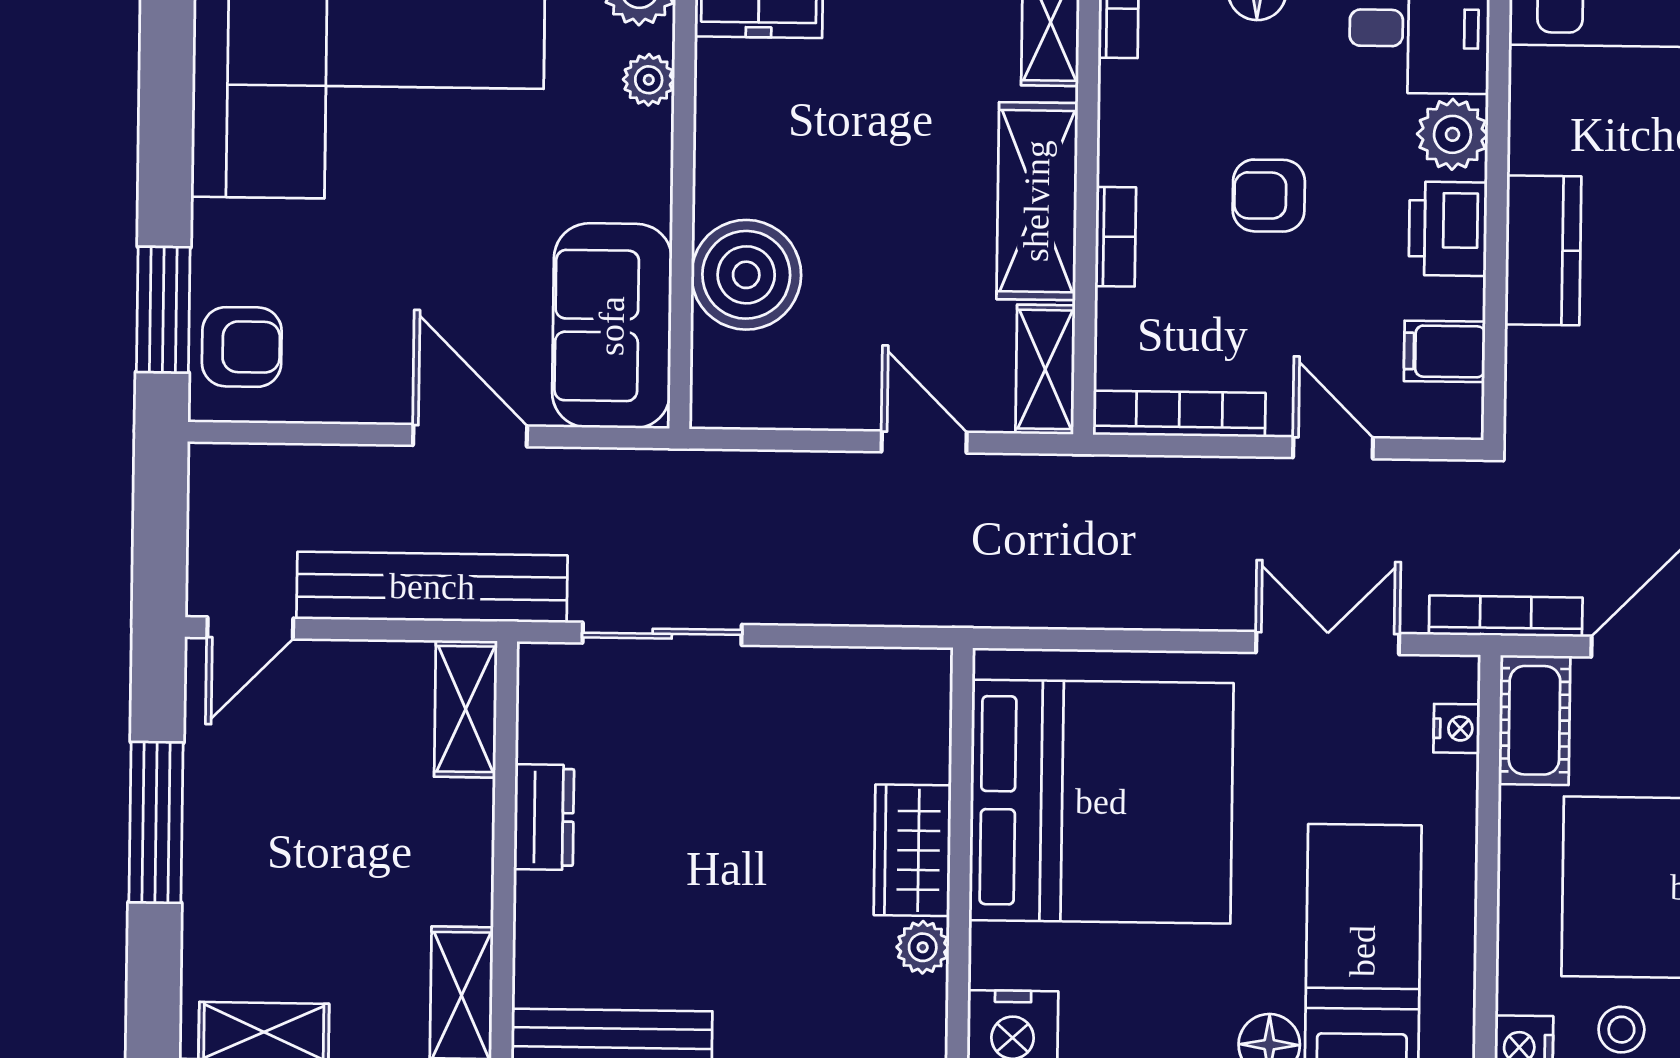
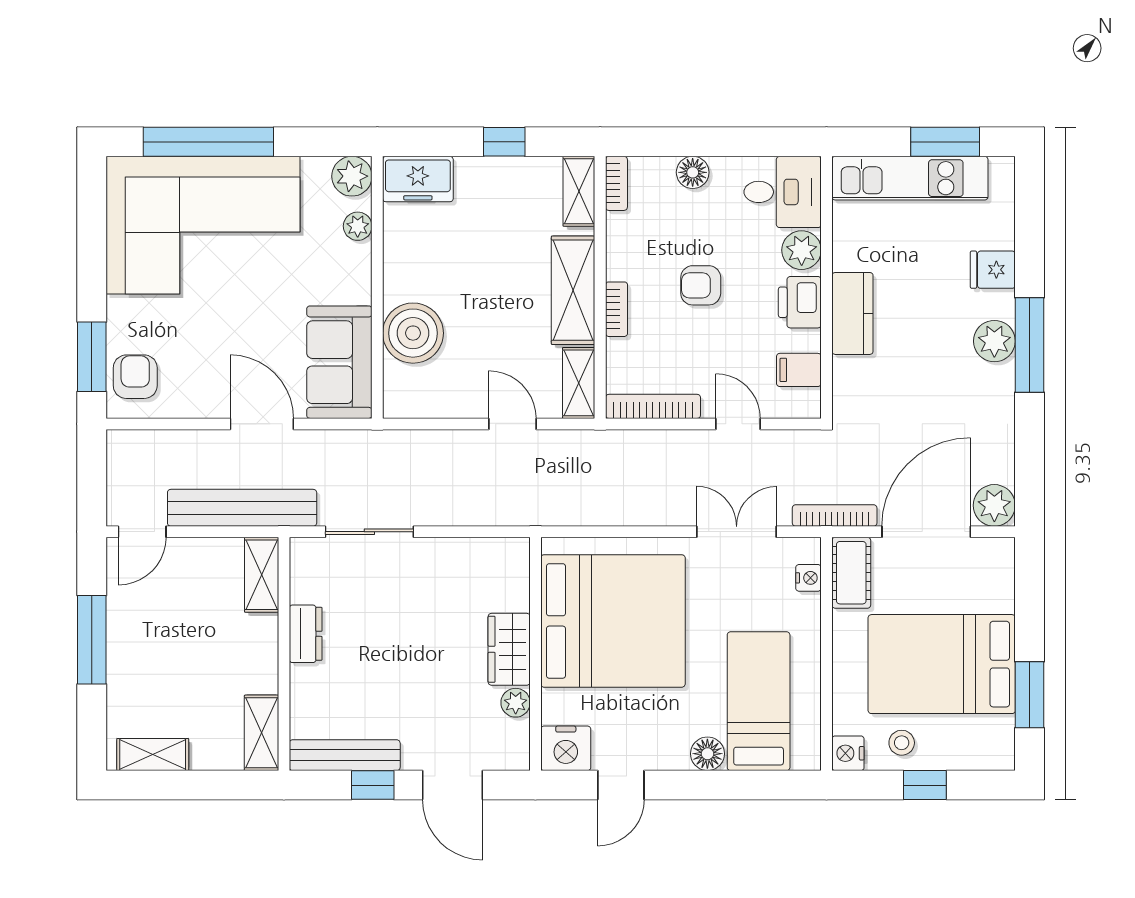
armchair: (242, 347) -> (135, 377), turned -90

